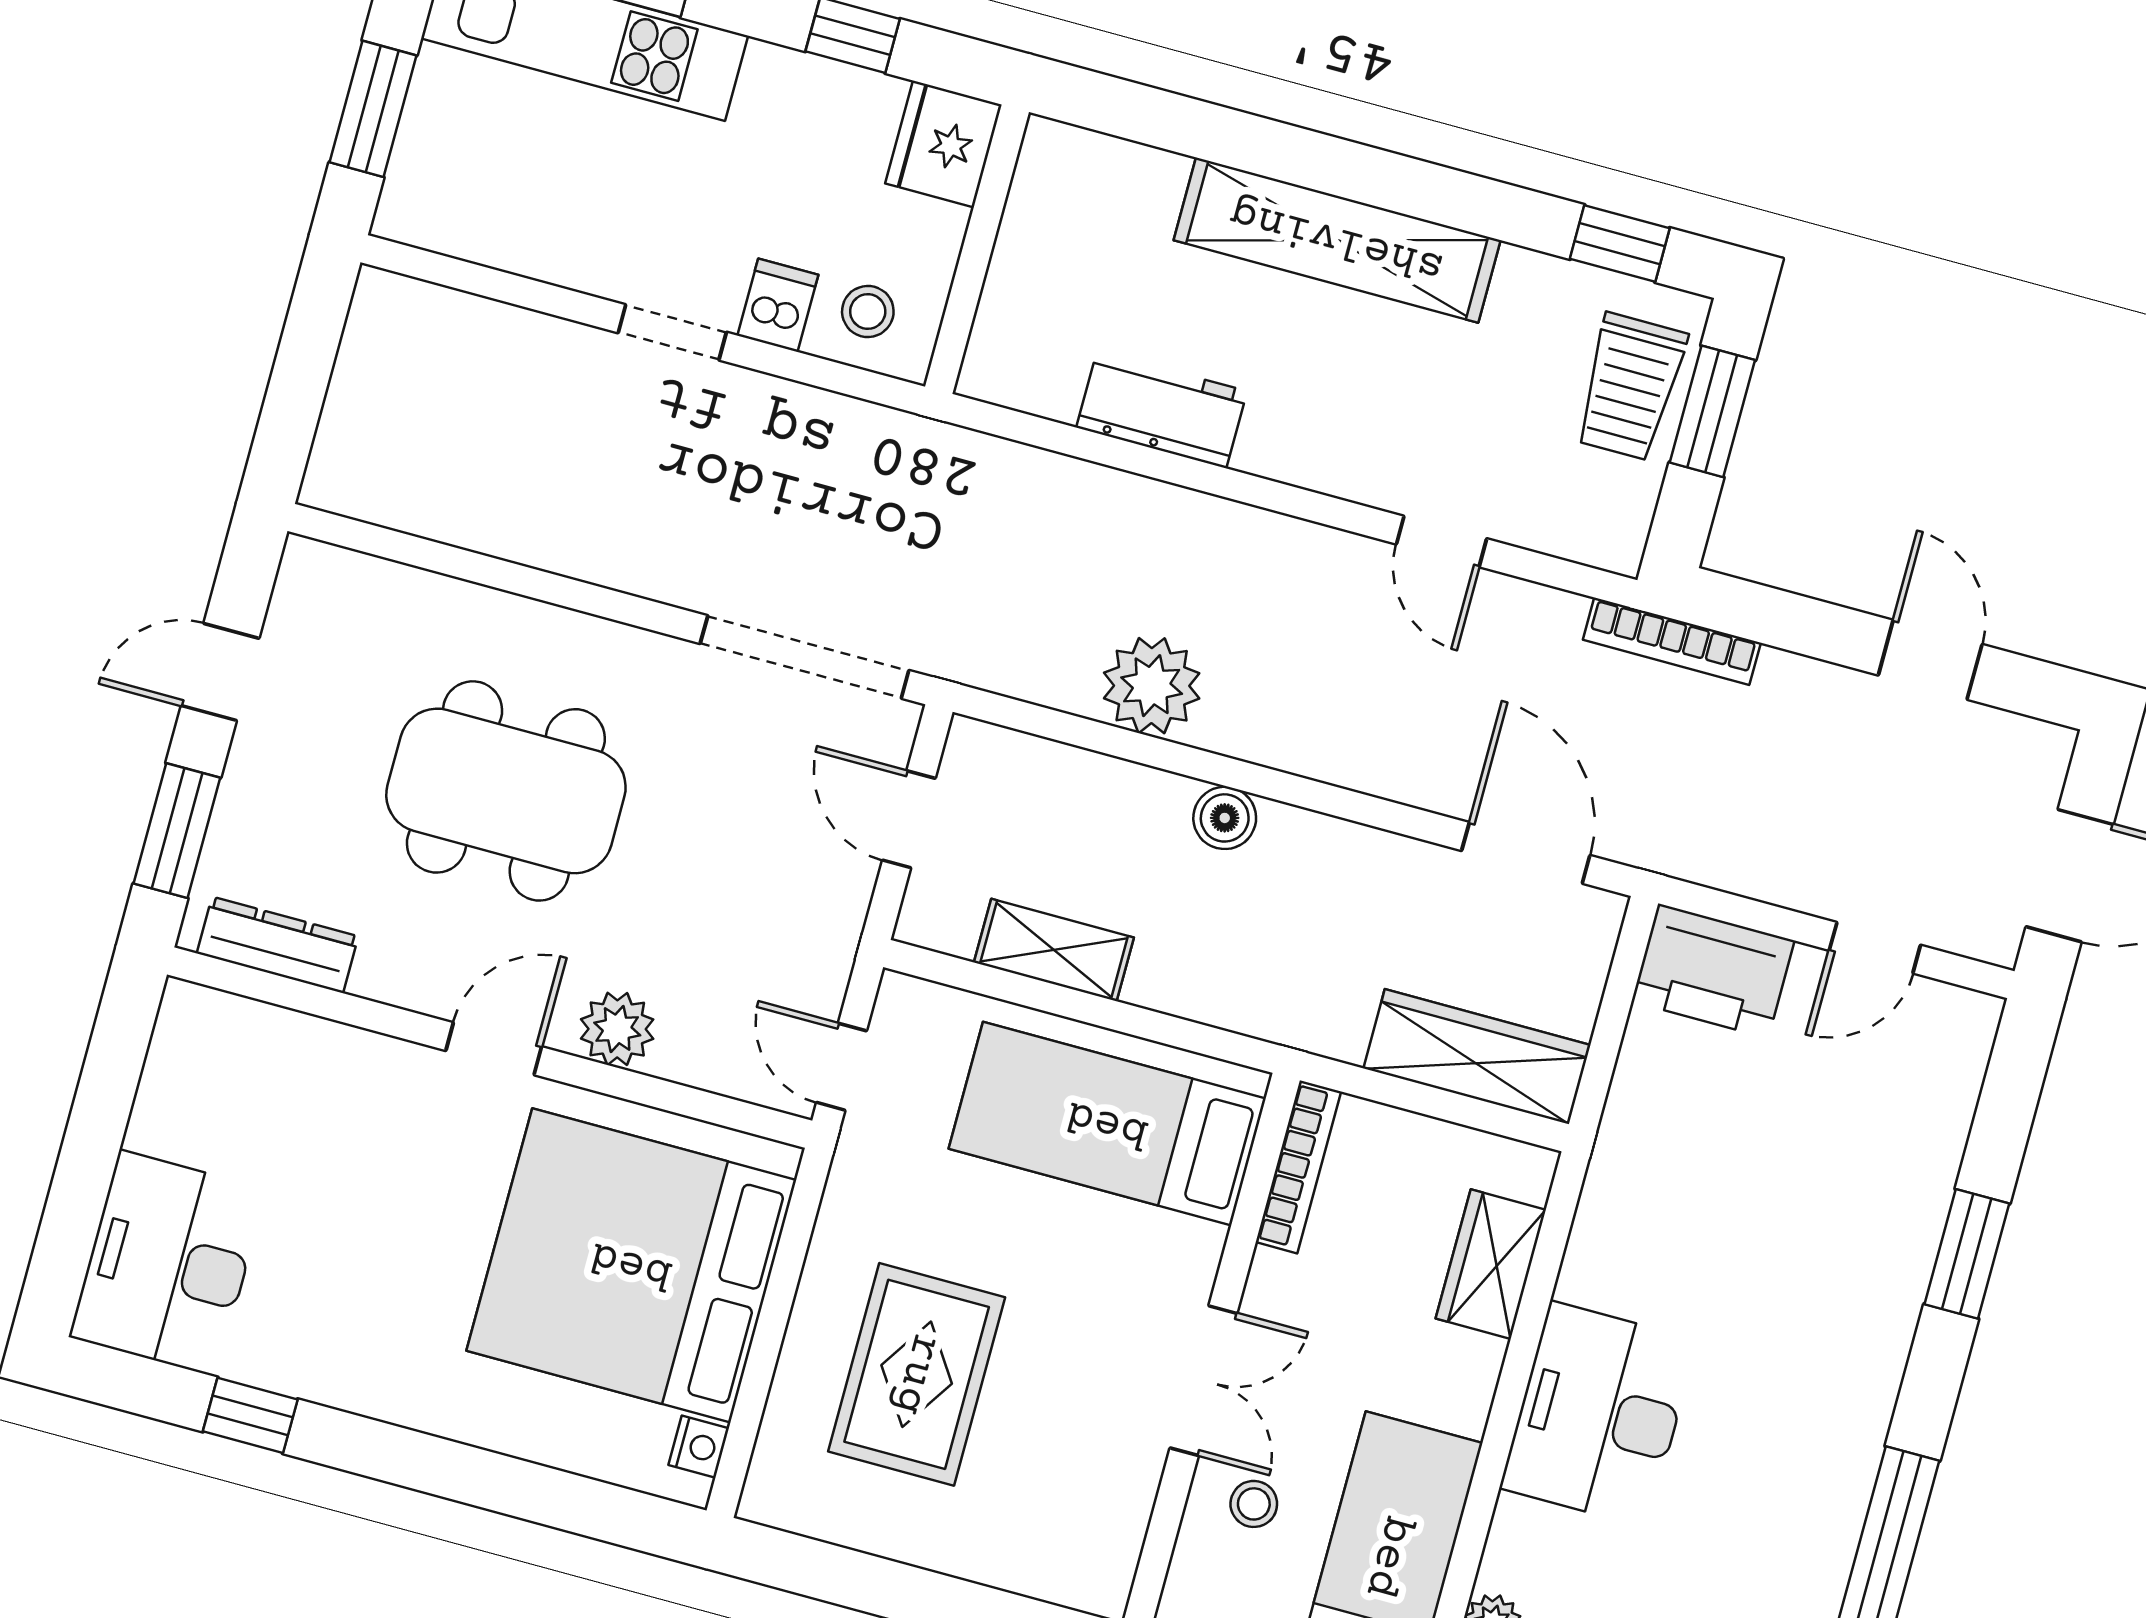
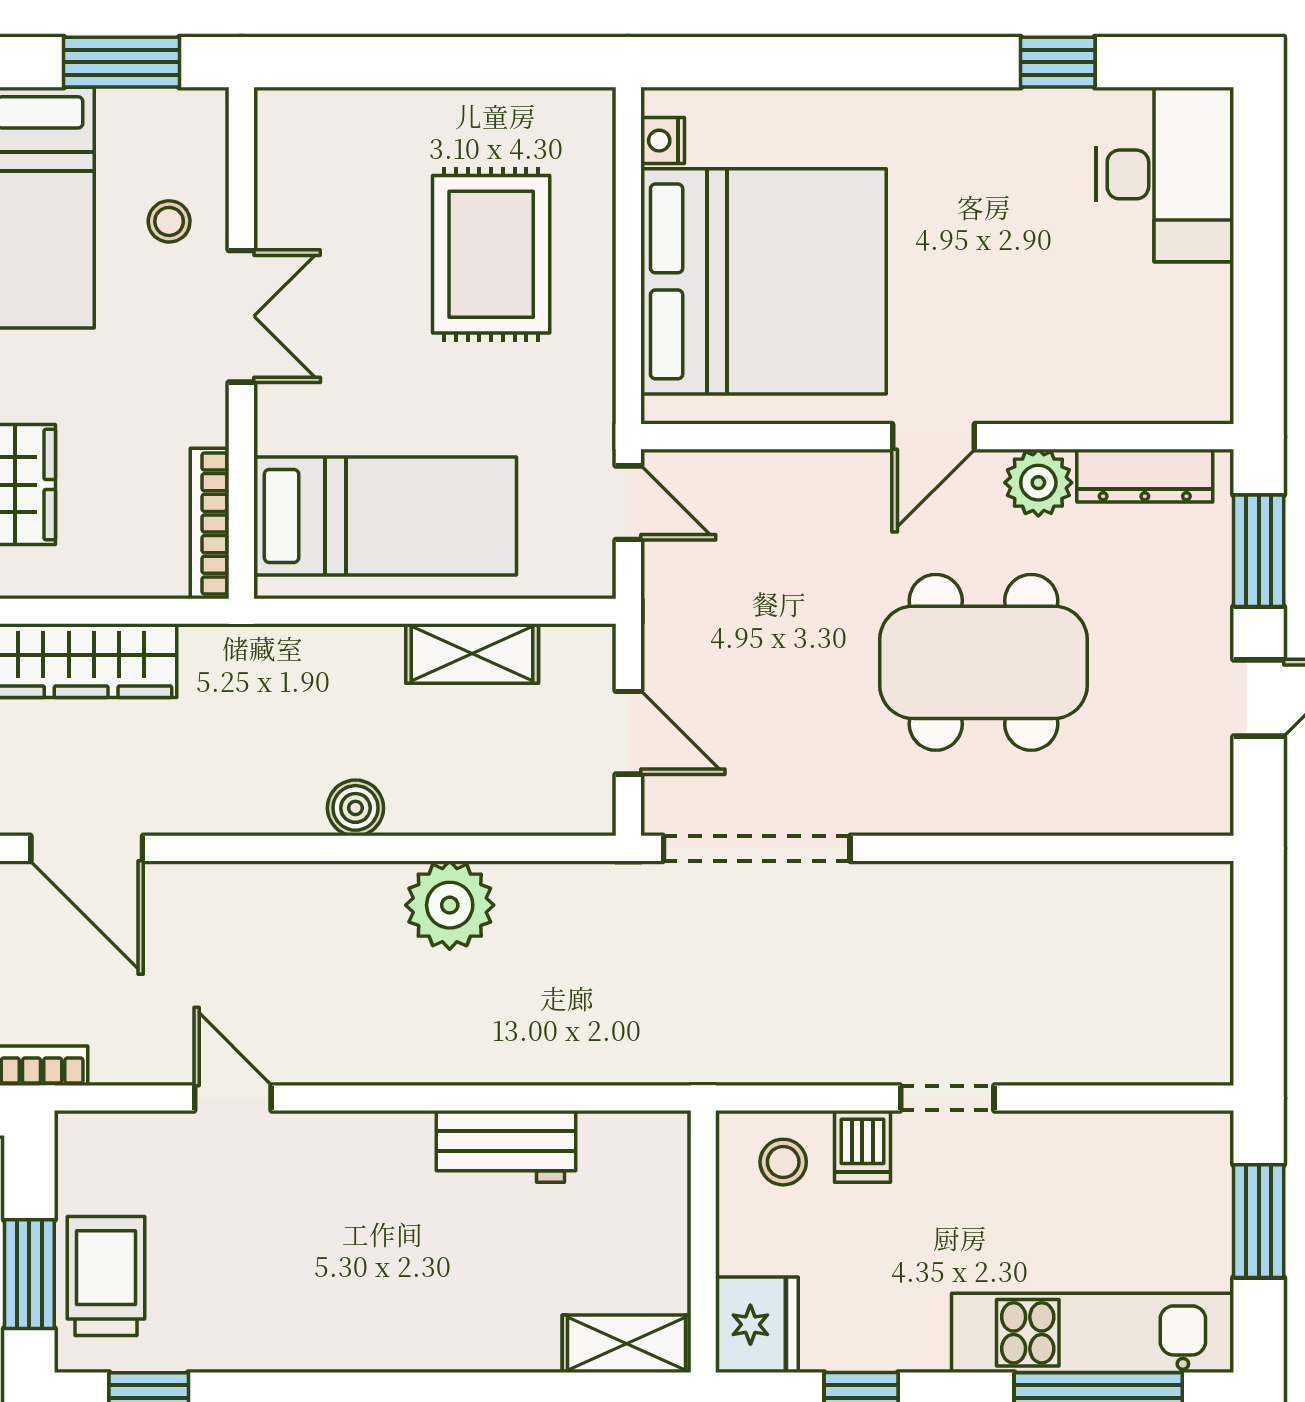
shelving: (1337, 240) -> (627, 1344), moved, width x0.45, depth x0.75
plant: (617, 1029) -> (1038, 483), moved
double door: (1204, 1381) -> (241, 316), swing flipped

